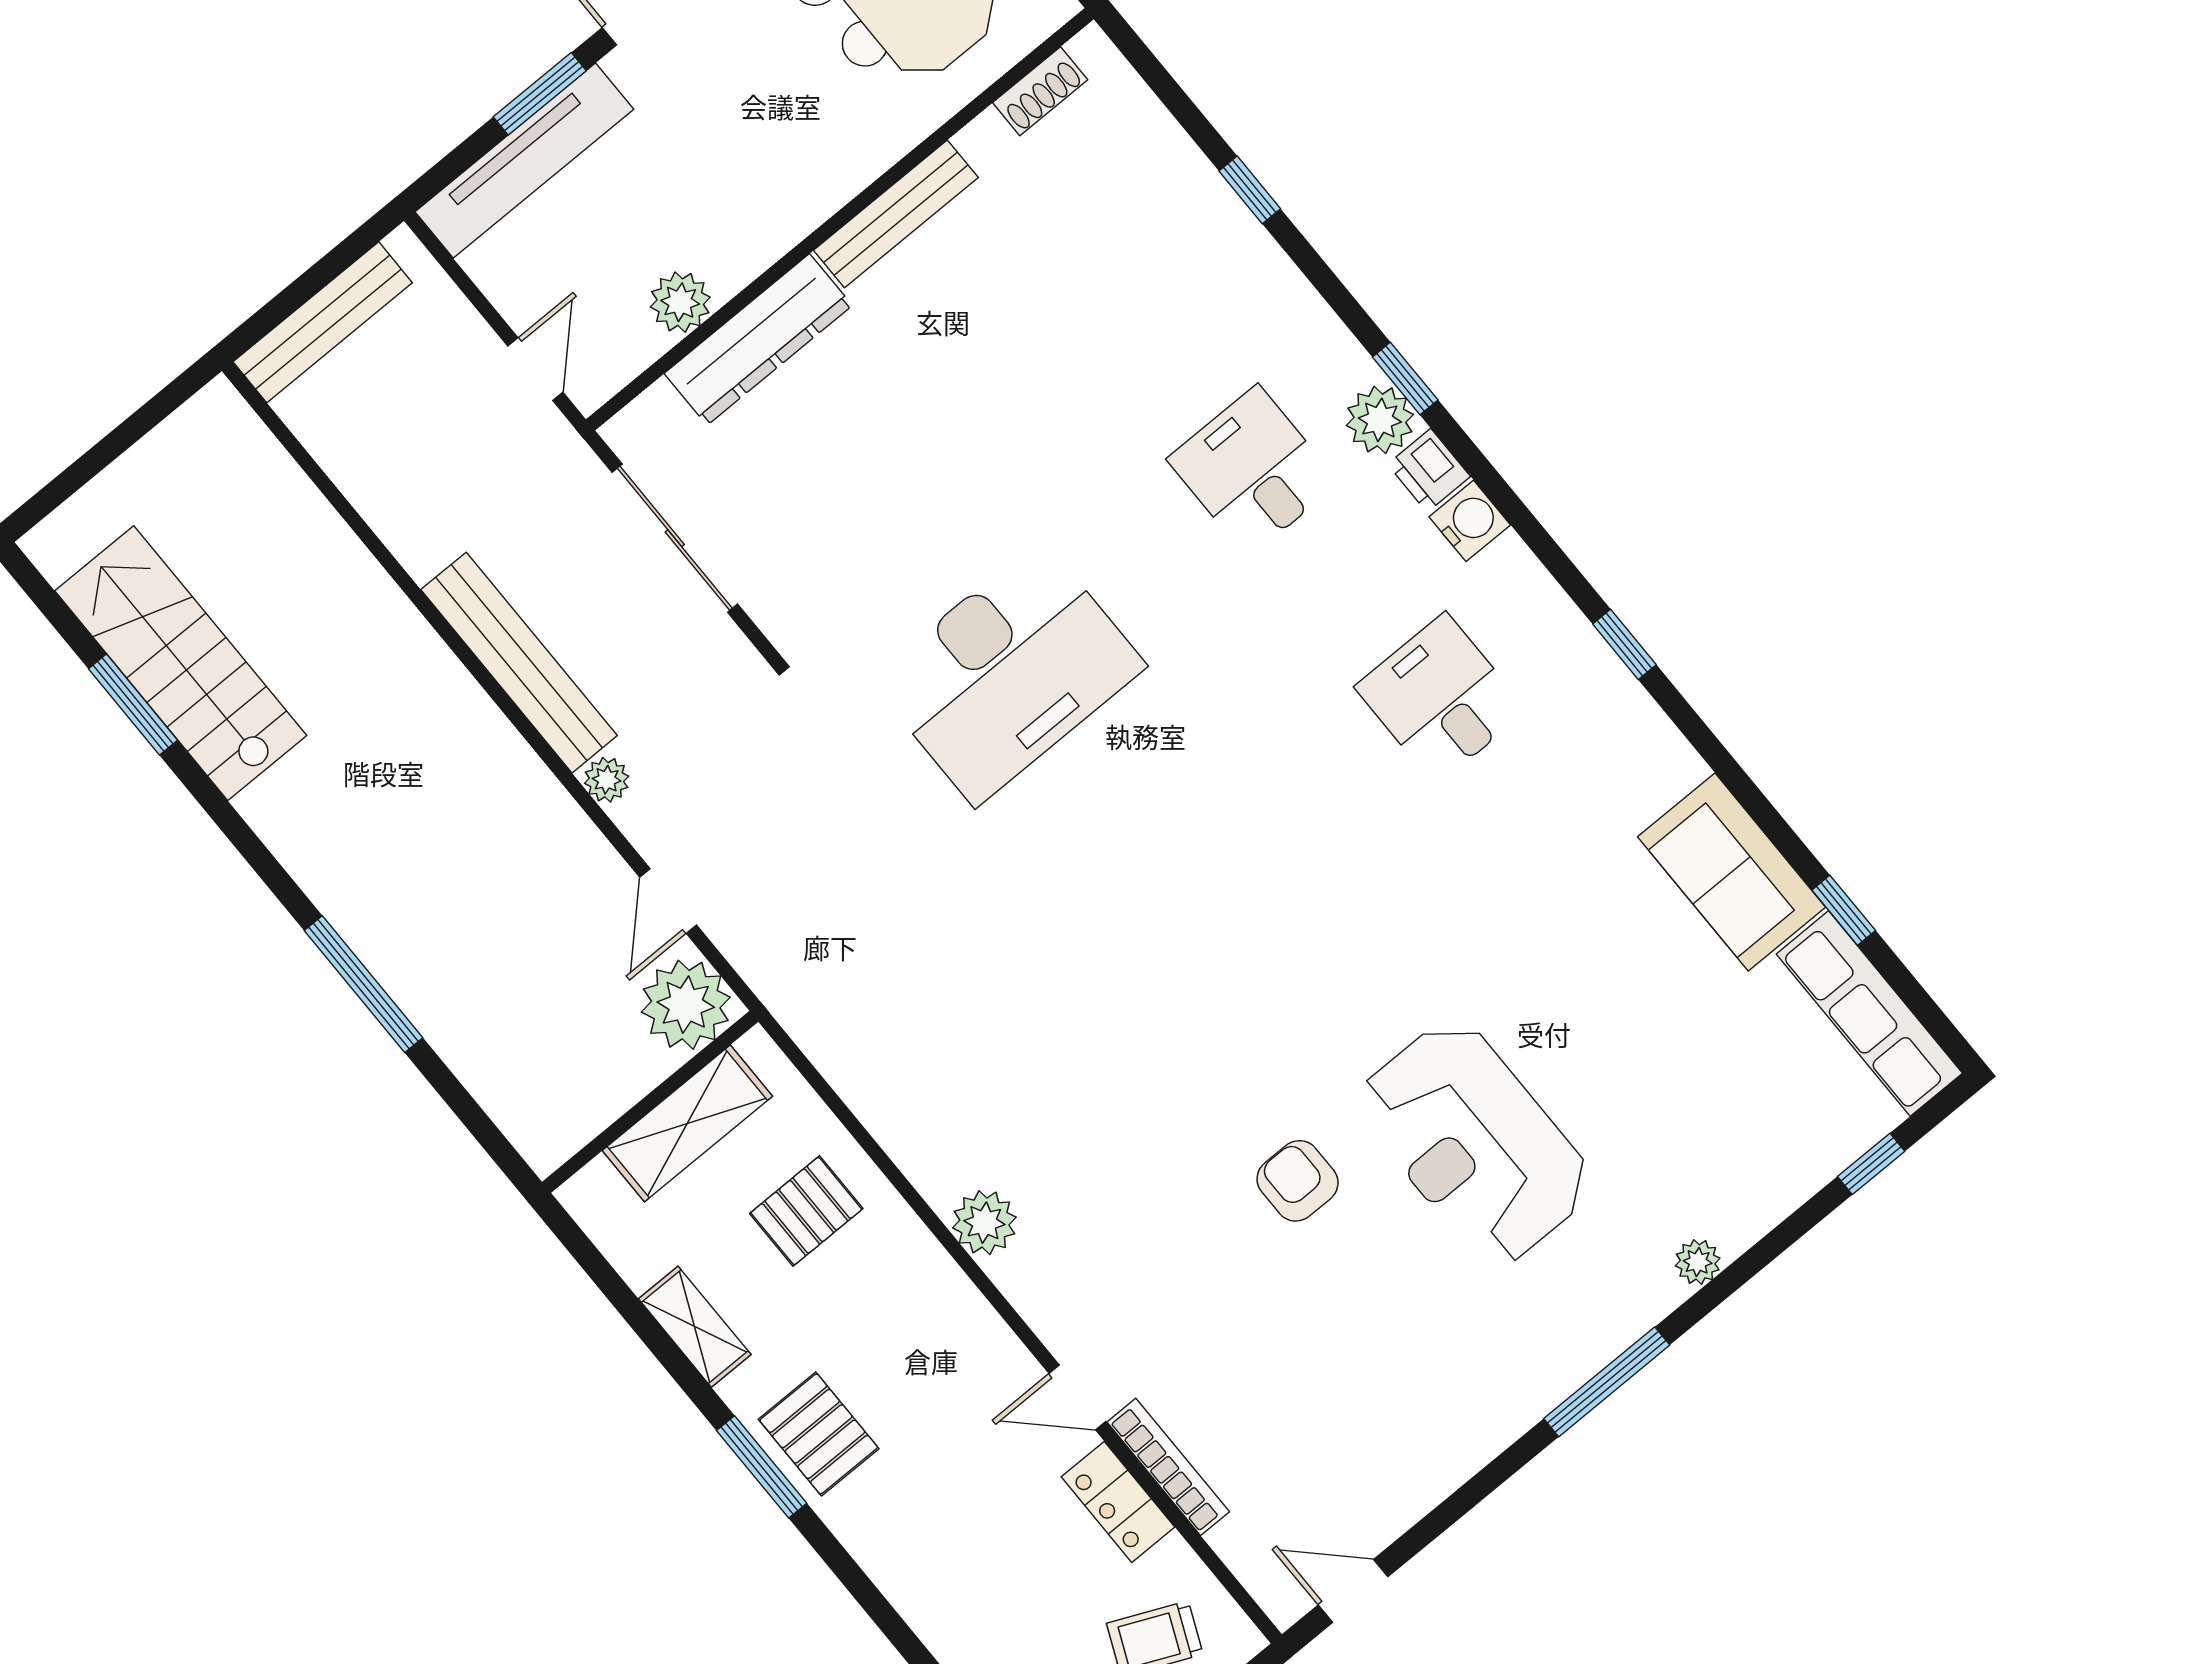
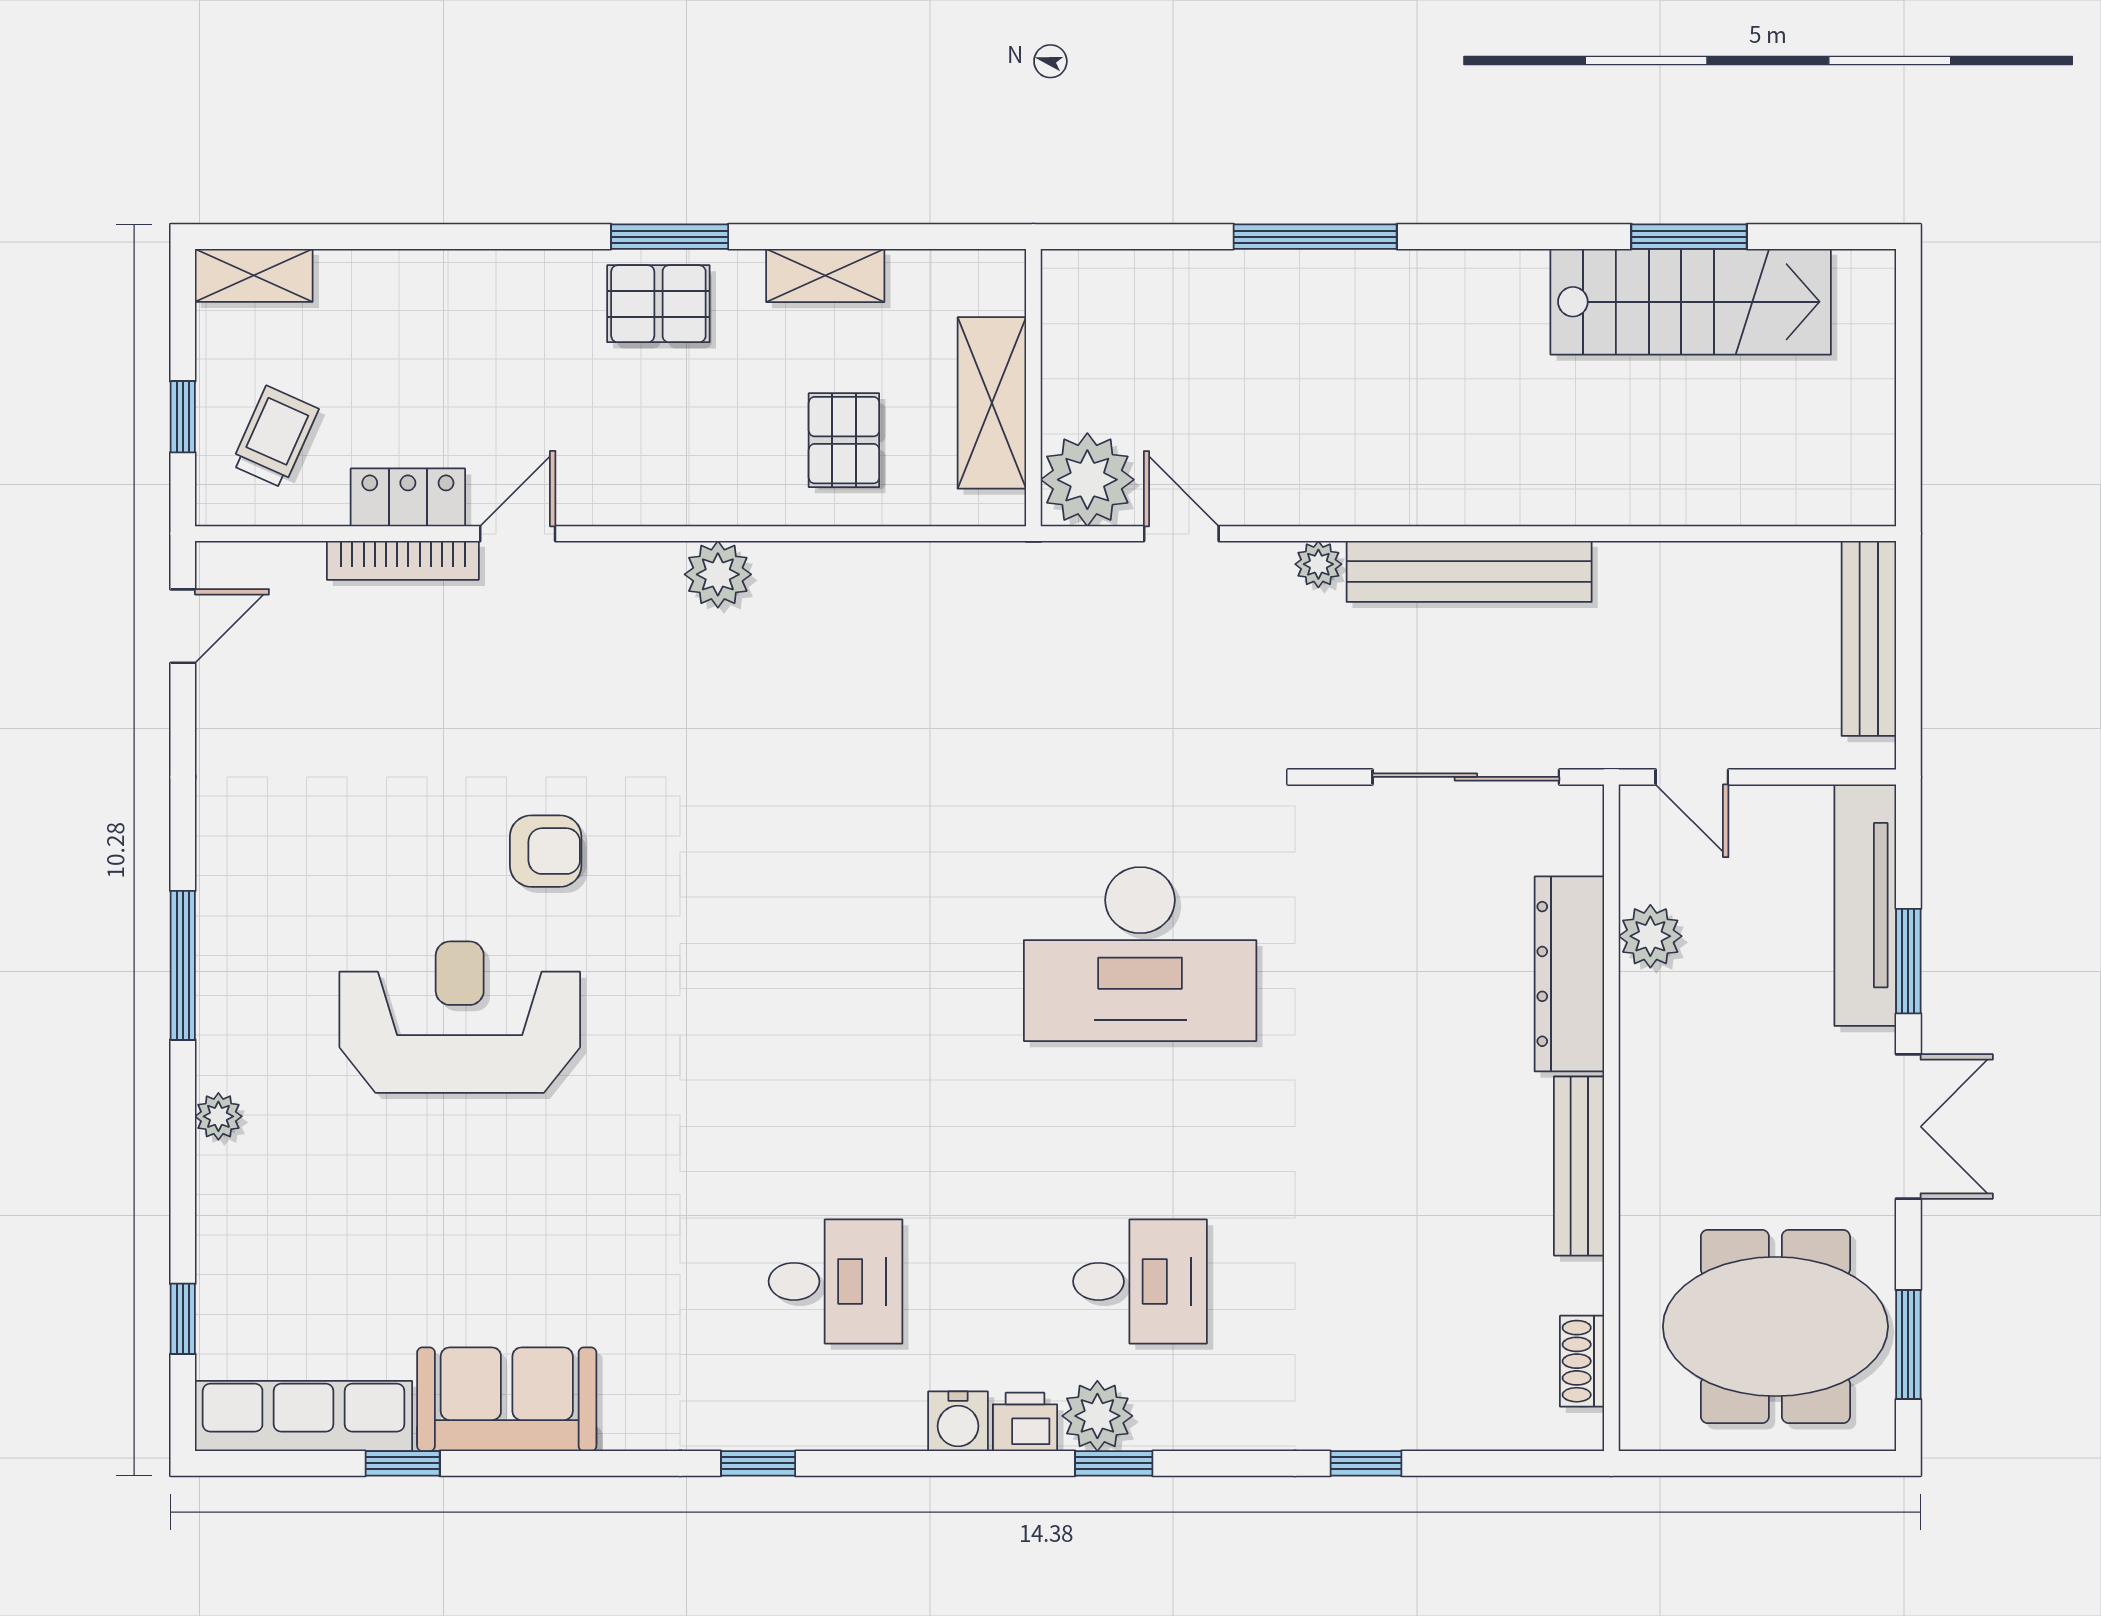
desk: (1008, 673) -> (1140, 954), turned -90

